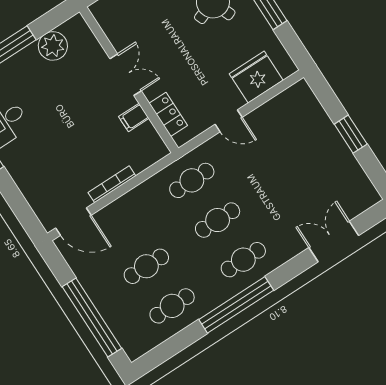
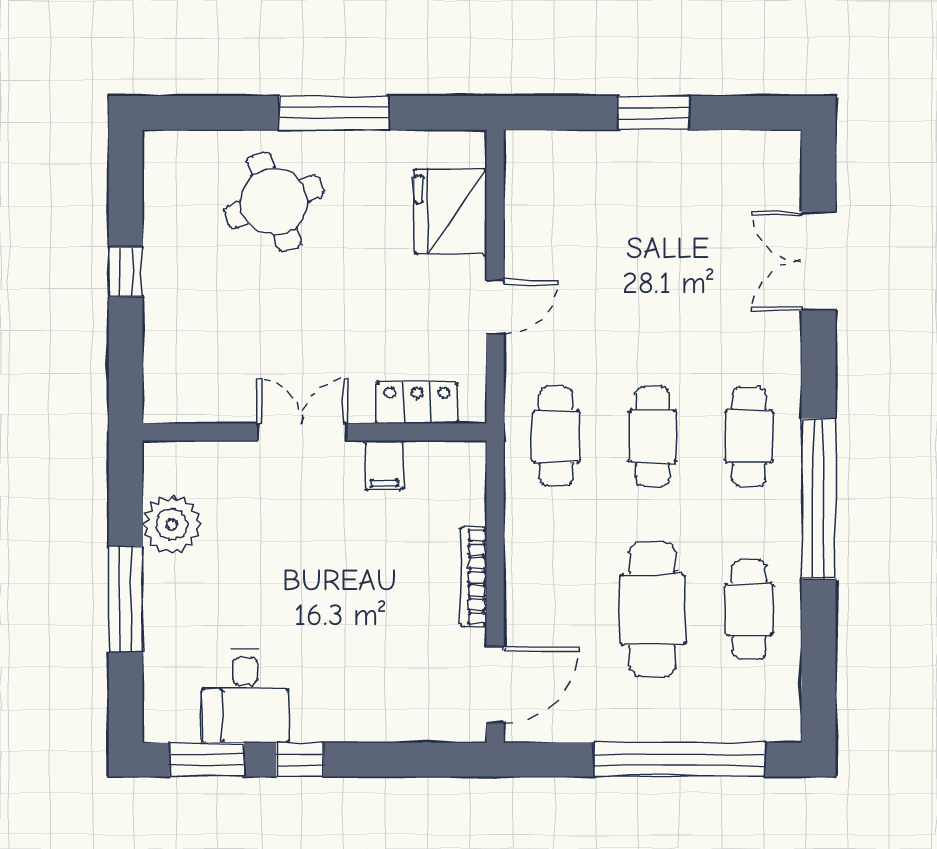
cafe table: (146, 266) -> (653, 609), width x1.37, depth x1.35

